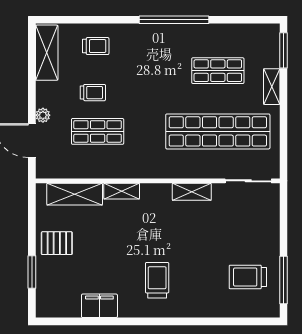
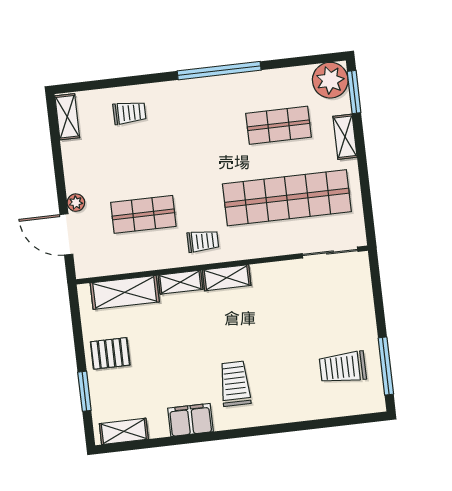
plant: (265, 38) -> (330, 80), added
shelving: (47, 53) -> (67, 117), width x0.67, depth x0.75
trolley: (93, 93) -> (203, 241), moved
shelving: (192, 192) -> (227, 278), moved
filing cabinet: (99, 306) -> (190, 420), moved
shelving: (61, 309) -> (124, 431), added

